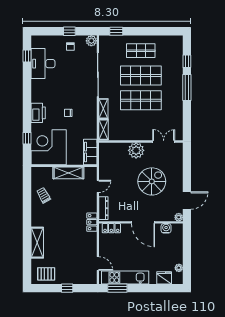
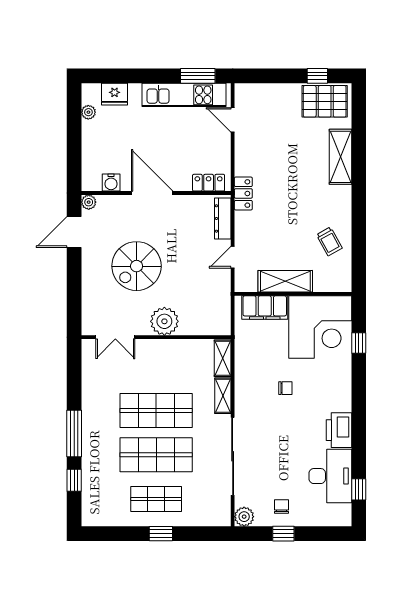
window: (116, 31) -> (161, 534), moved
printer: (38, 113) -> (339, 430), moved
filing cabinet: (90, 152) -> (265, 308), moved, turned 90
pallet: (46, 274) -> (325, 101), width x1.50, depth x1.42
window: (67, 288) -> (317, 76), moved

